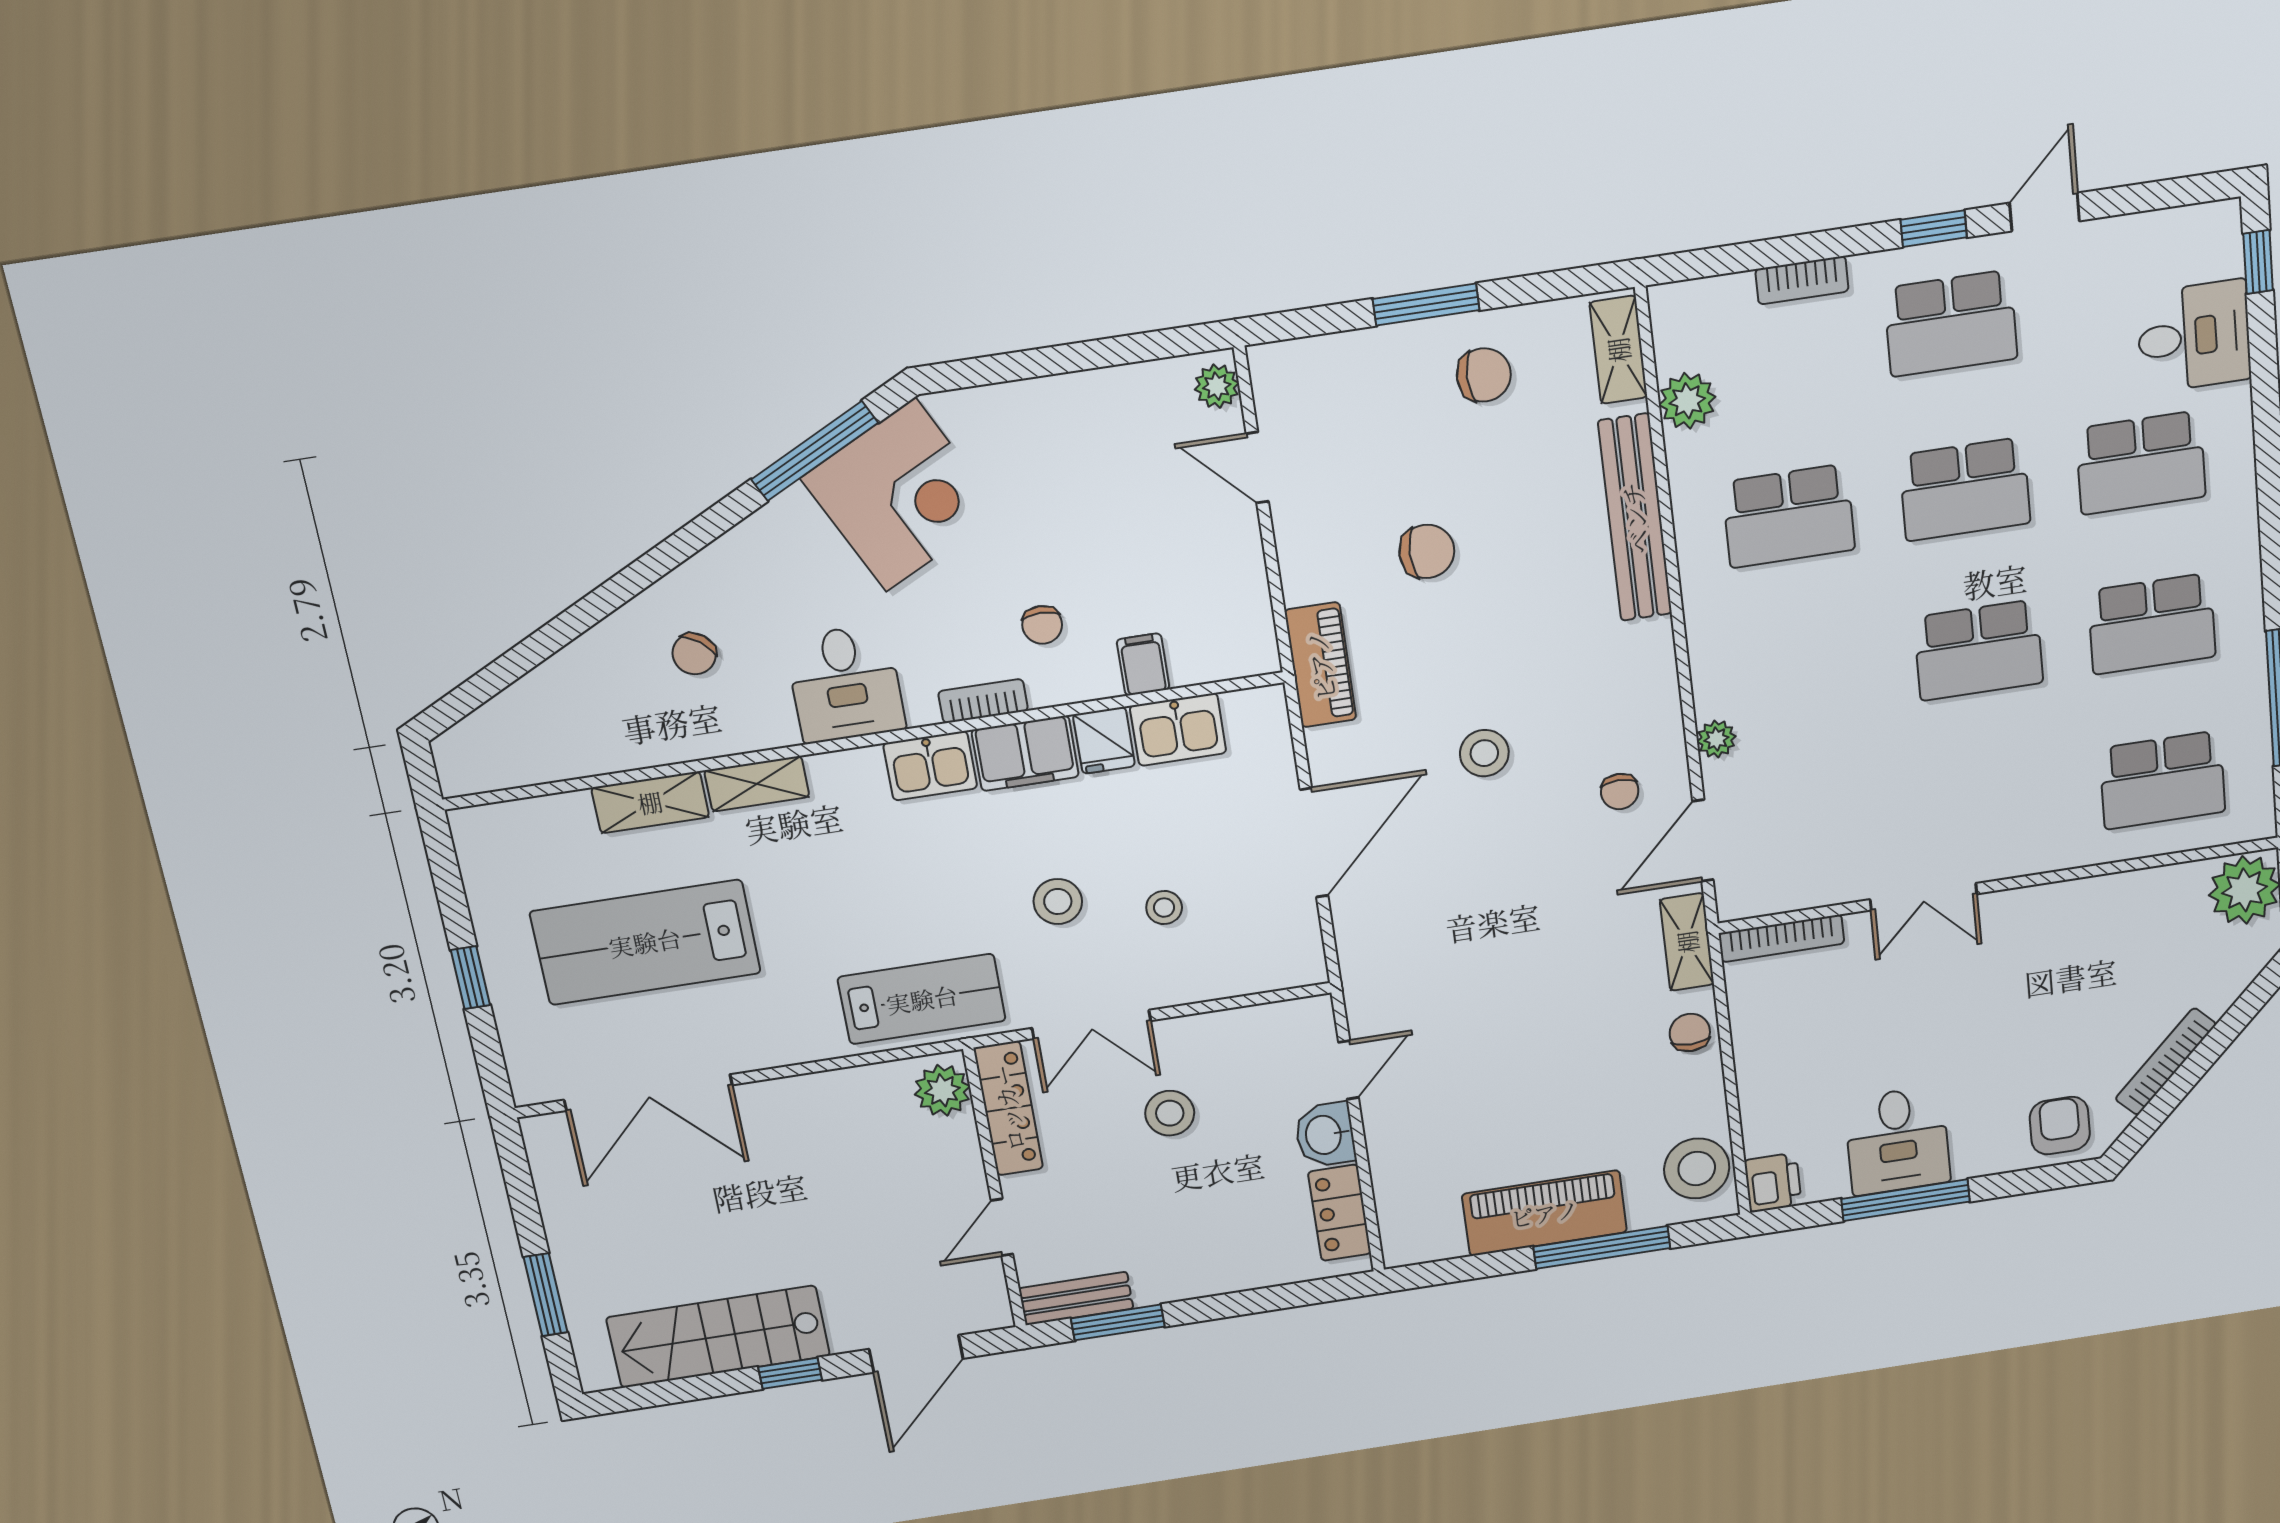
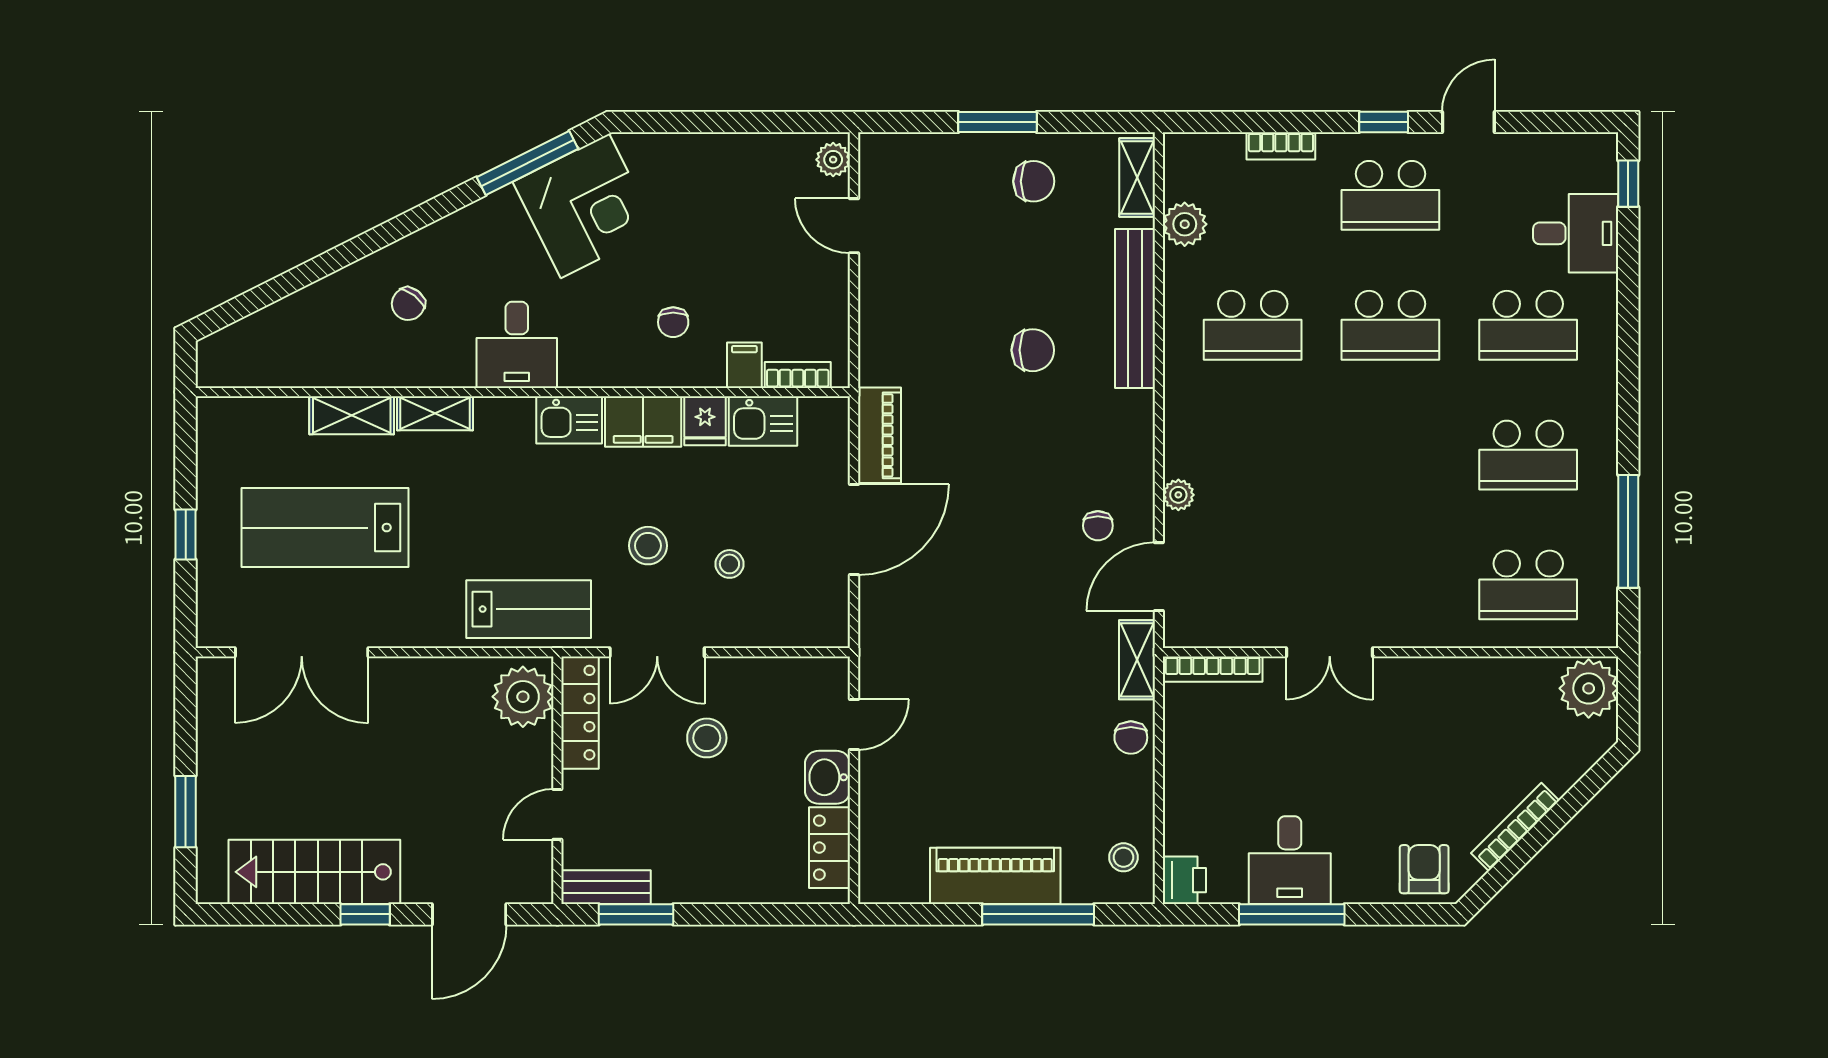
chair: (1427, 551) -> (1033, 350), moved
school desk: (1978, 650) -> (1390, 455), removed
piano: (1320, 665) -> (880, 435), moved
bookcase: (983, 701) -> (798, 375), moved
stool: (1484, 753) -> (996, 478), removed
chair: (1690, 1032) -> (1131, 738), turned 180
plant: (942, 1090) -> (523, 697), width x1.36, depth x1.36
stool: (1697, 1168) -> (1123, 857), width x0.53, depth x0.53

